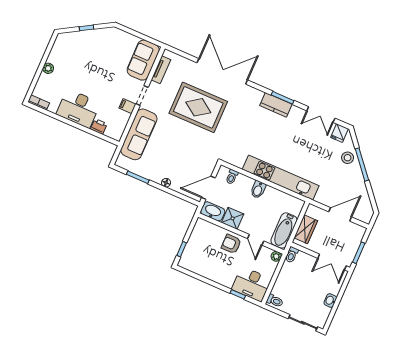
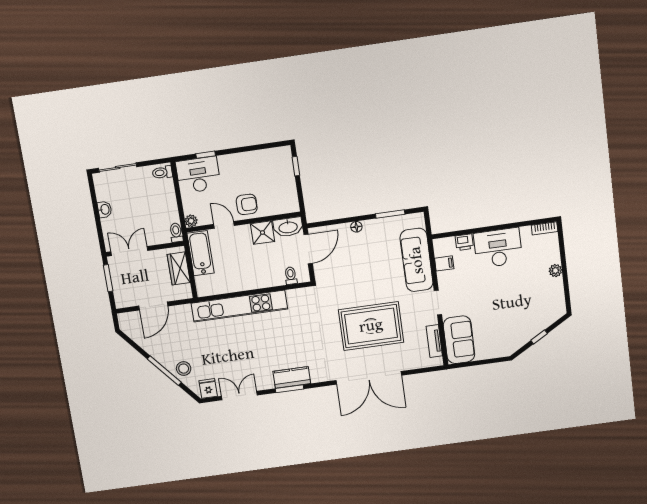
filing cabinet: (128, 106) -> (444, 263), moved
bidet: (258, 190) -> (255, 279), removed

